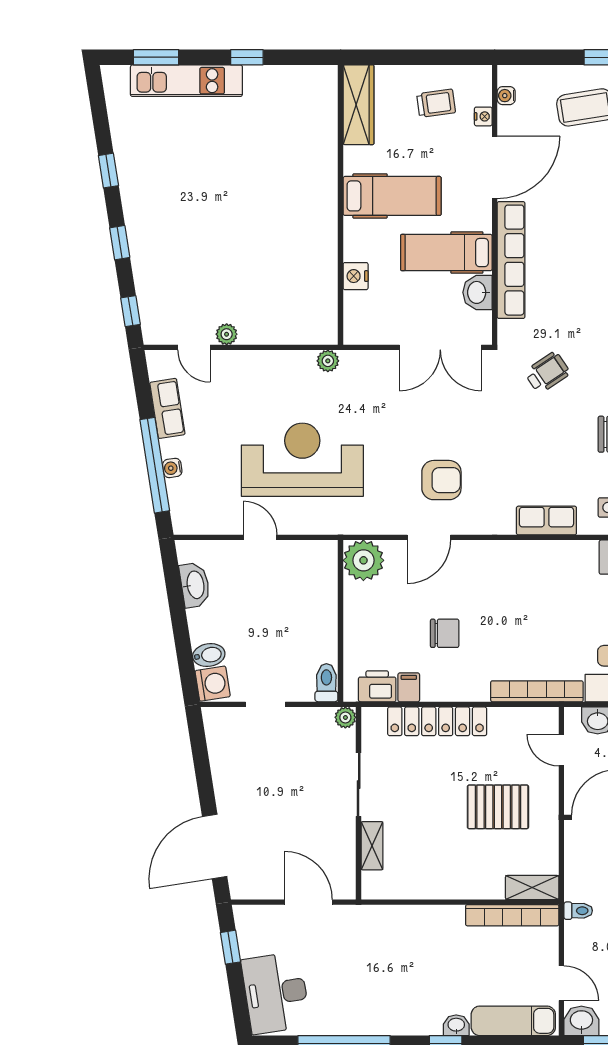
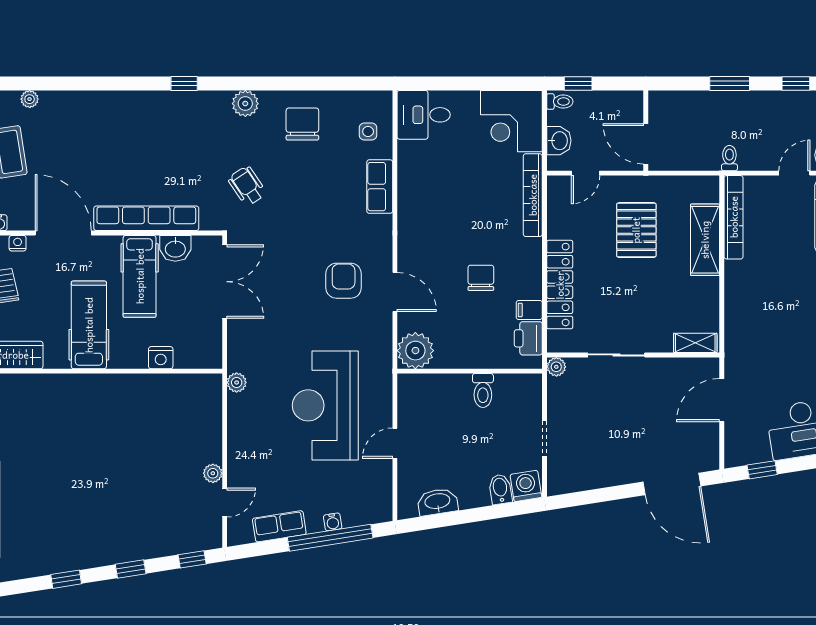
toilet: (326, 683) -> (483, 390), moved, turned -90
shelving: (372, 846) -> (695, 343), moved
shelving: (532, 887) -> (705, 240), moved, width x1.50, depth x1.33

